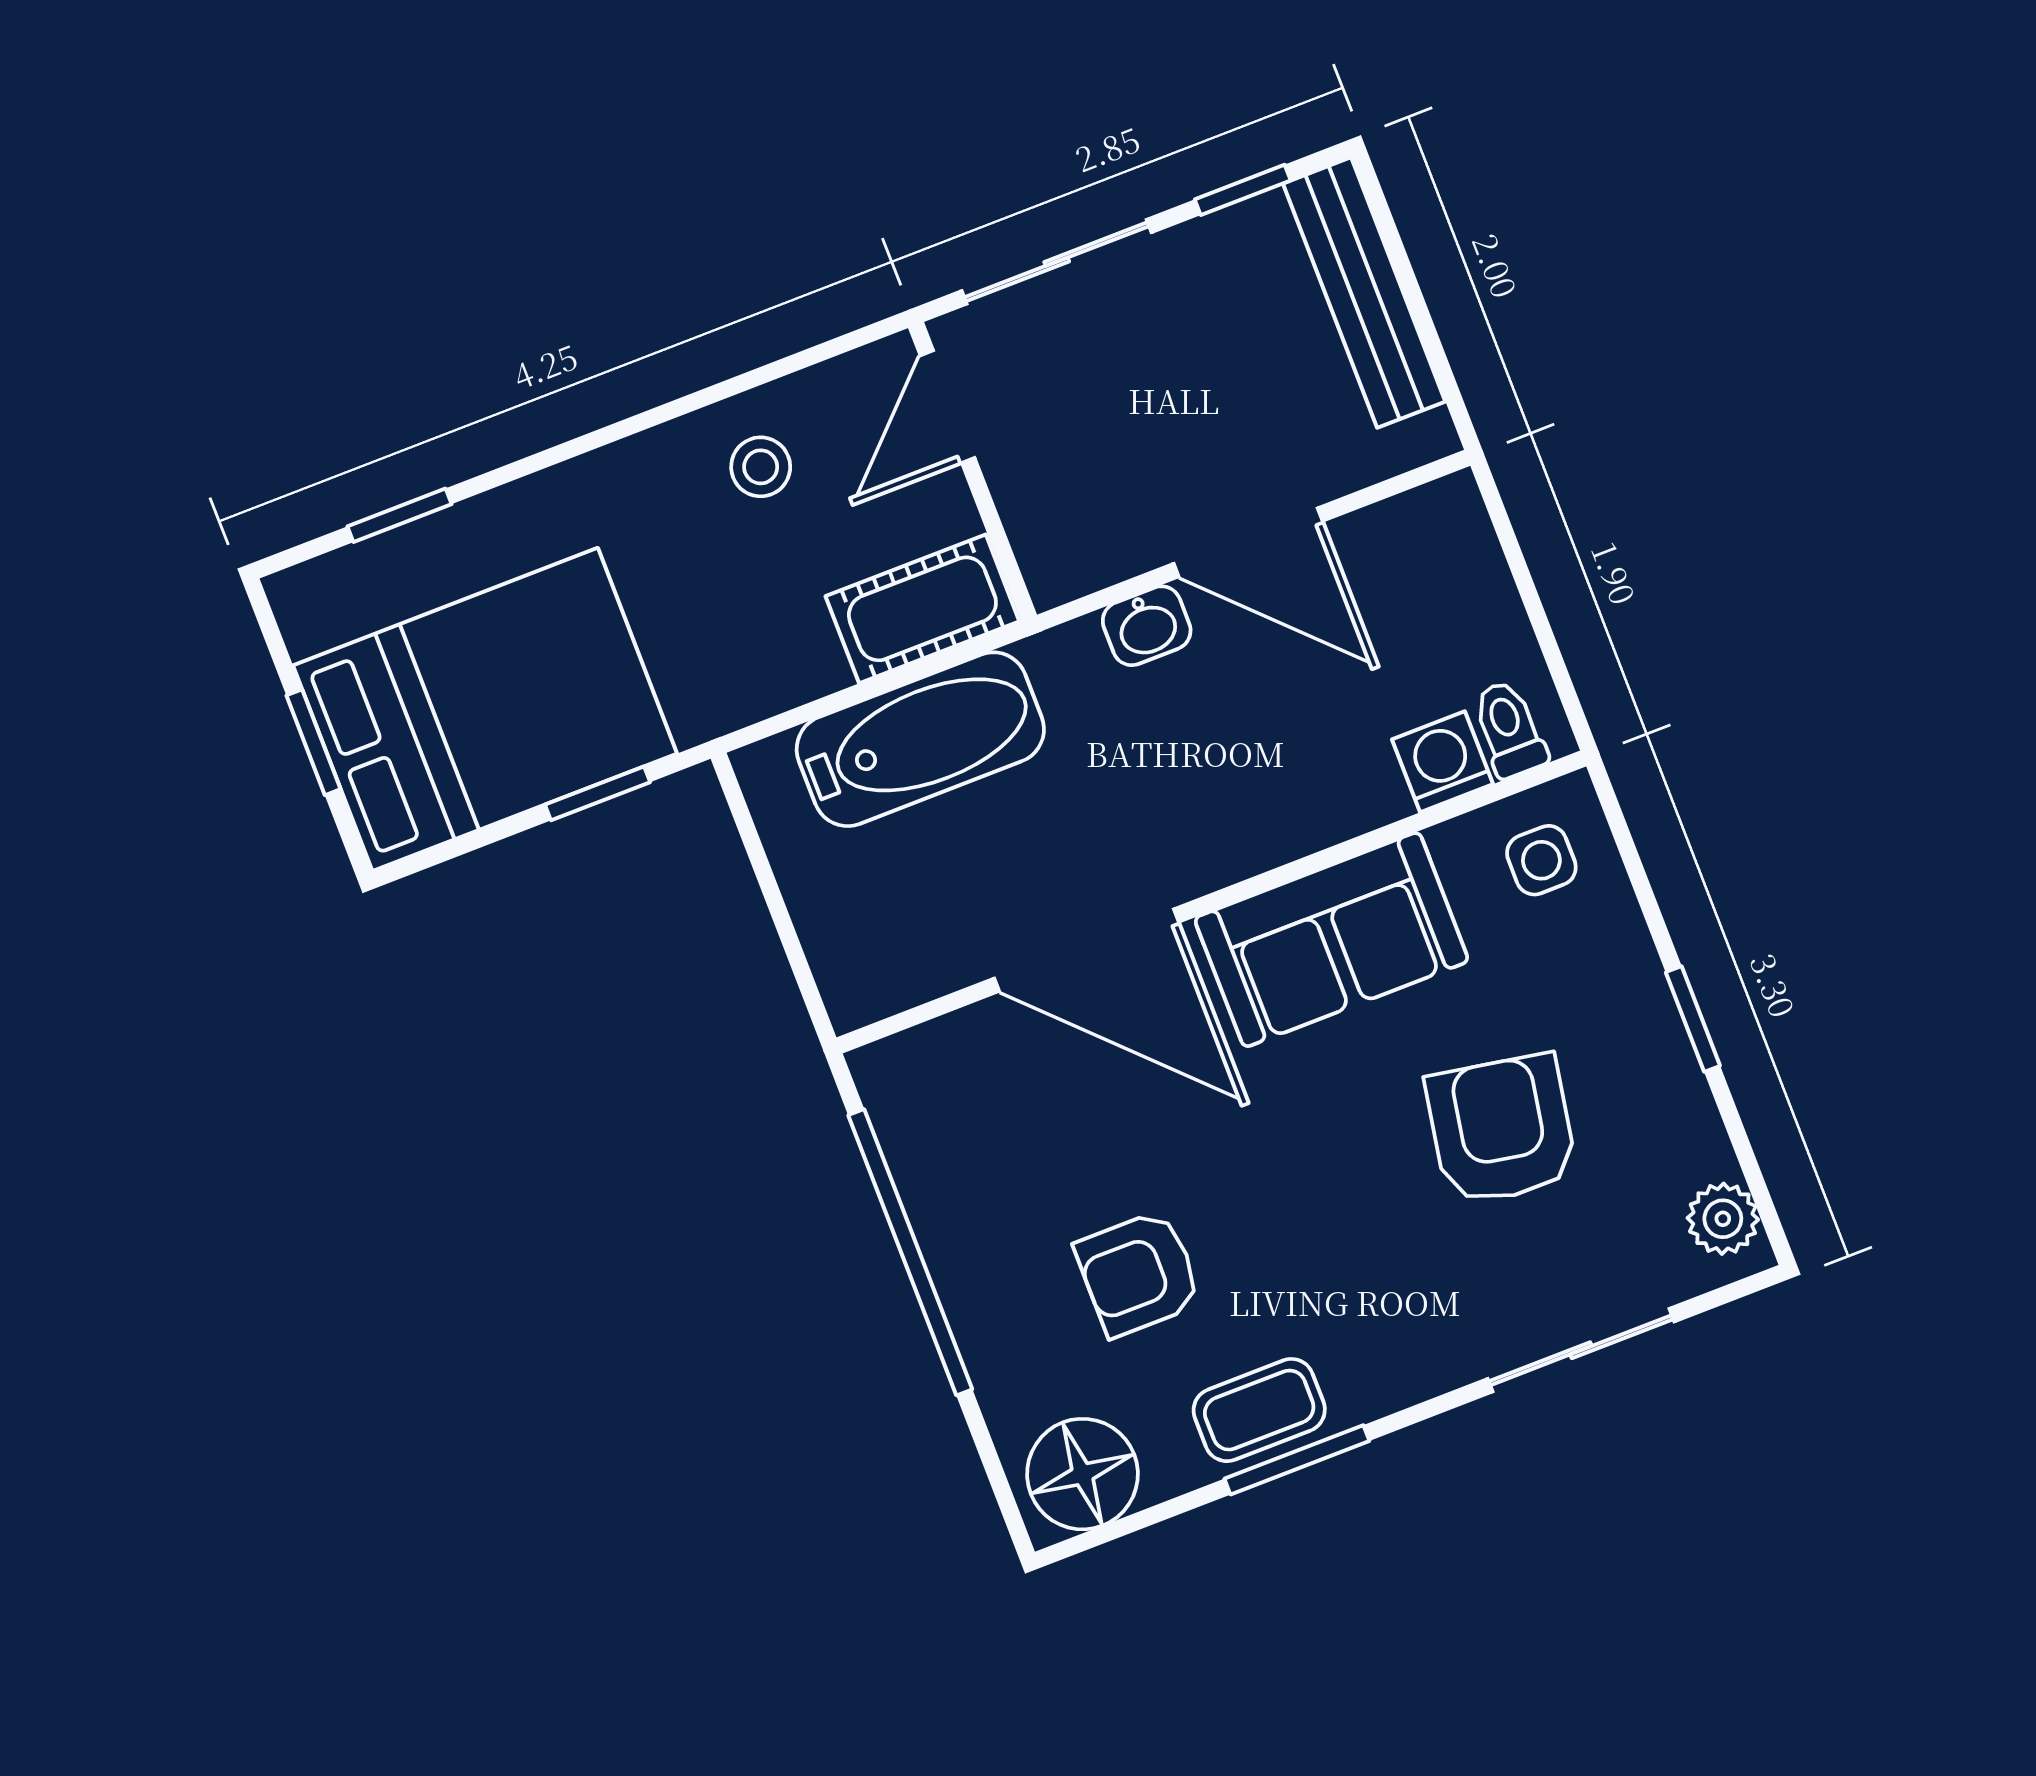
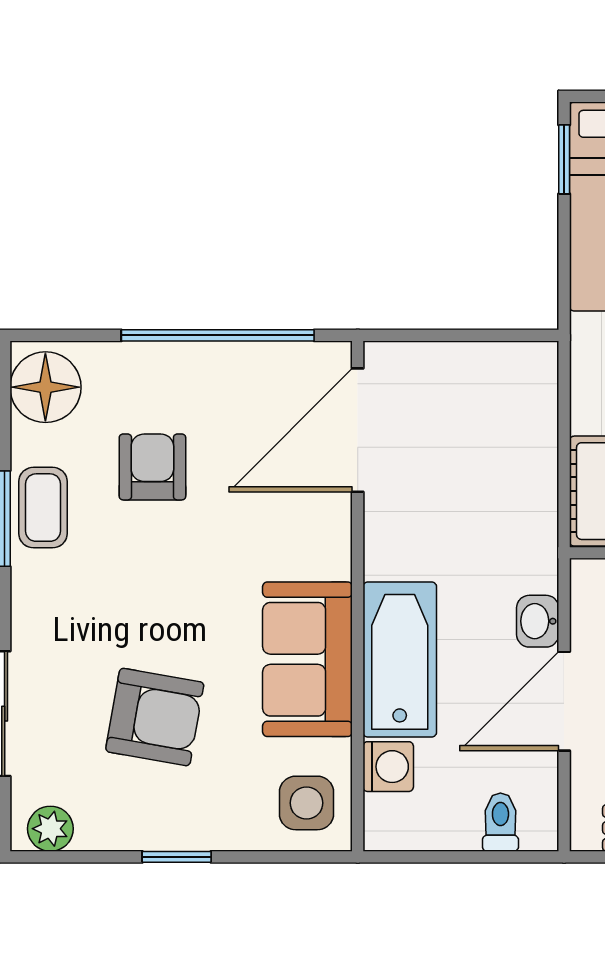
toilet: (1509, 729) -> (500, 822), moved, turned -90
bathtub: (920, 739) -> (400, 660), moved, turned 180
window: (598, 793) -> (564, 159), moved
side table: (1541, 860) -> (306, 803), width x1.37, depth x1.37
door: (1086, 950) -> (358, 430), moved

